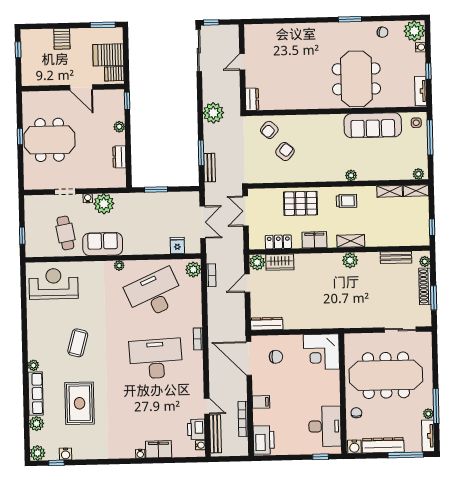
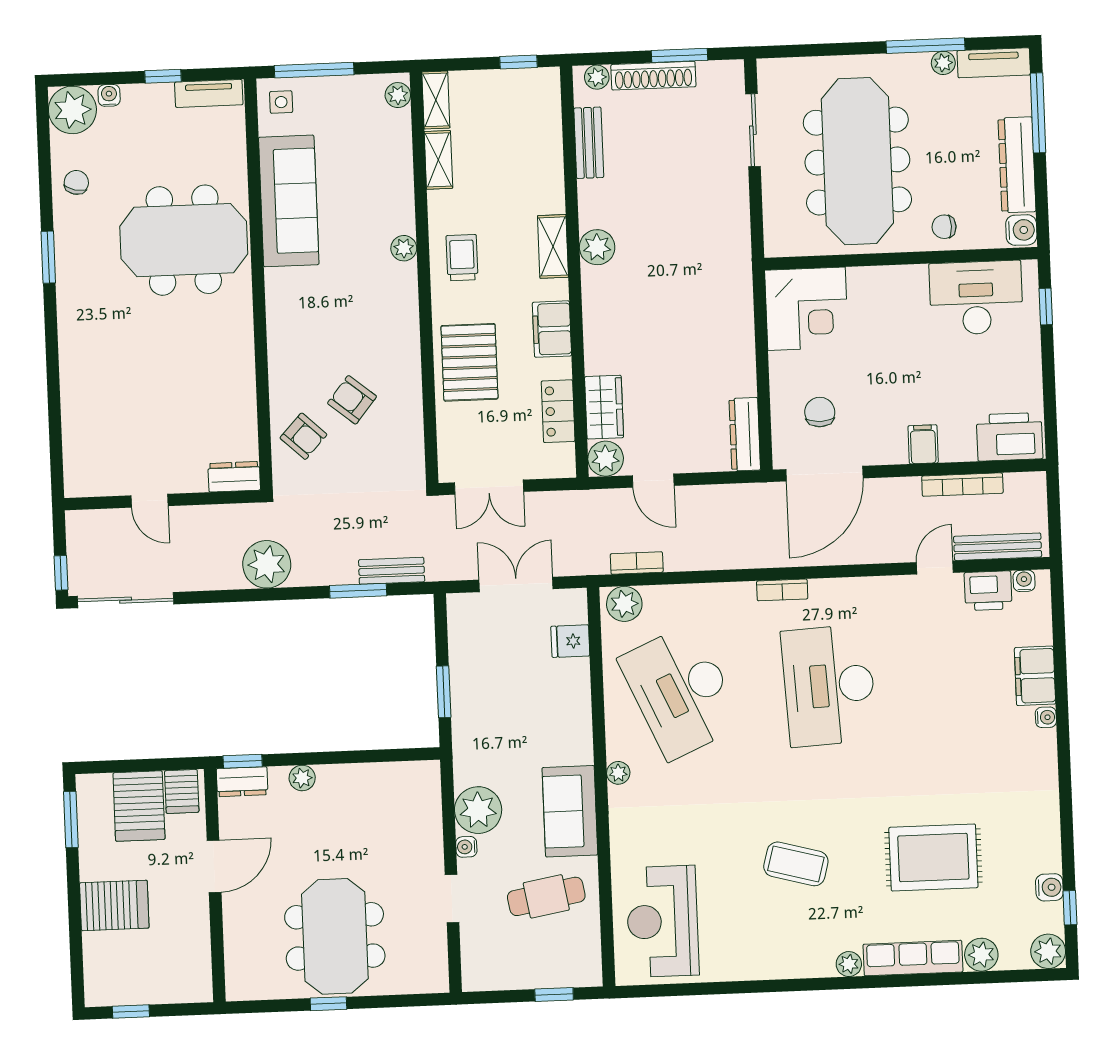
server rack: (62, 39) -> (114, 905), width x1.36, depth x1.44
dresser: (119, 157) -> (242, 782), moved

